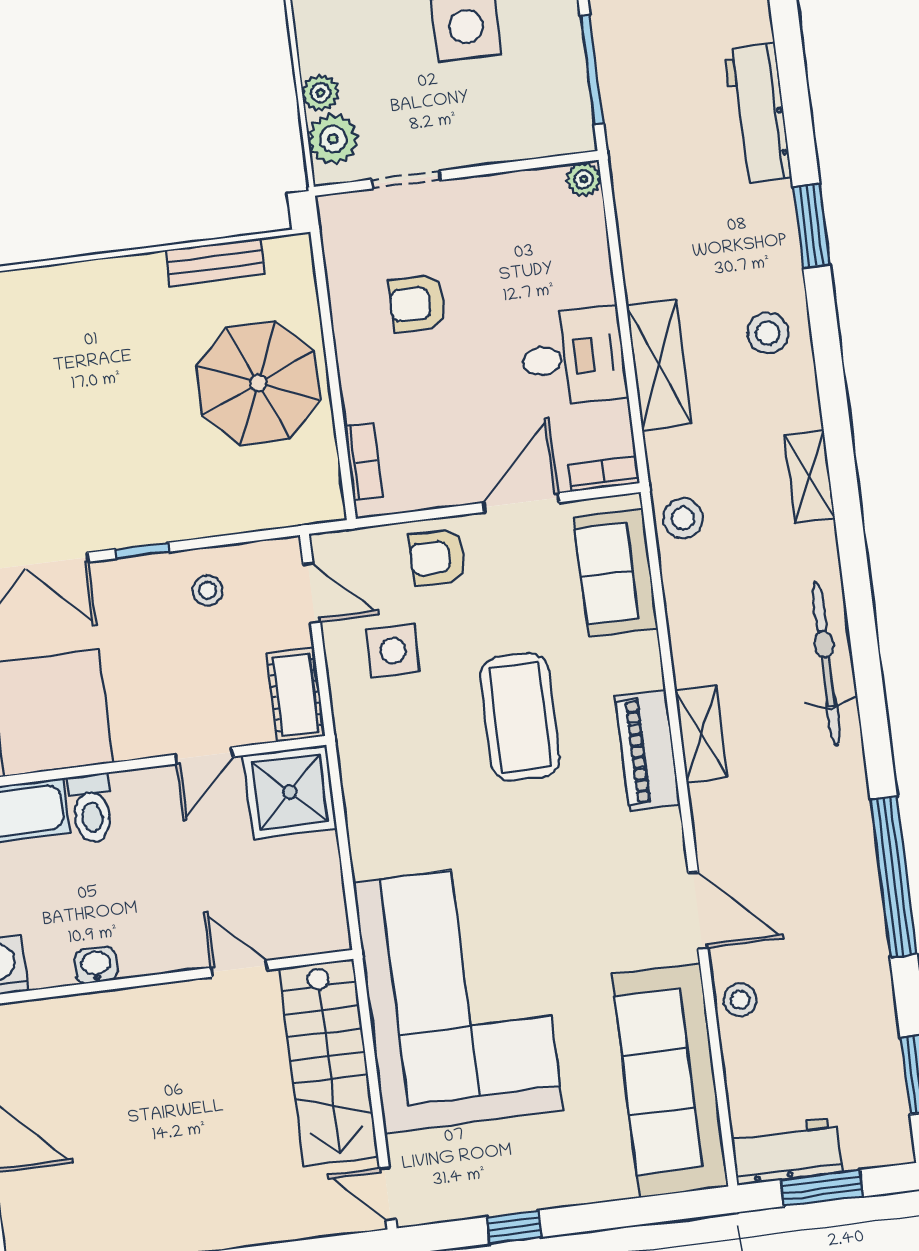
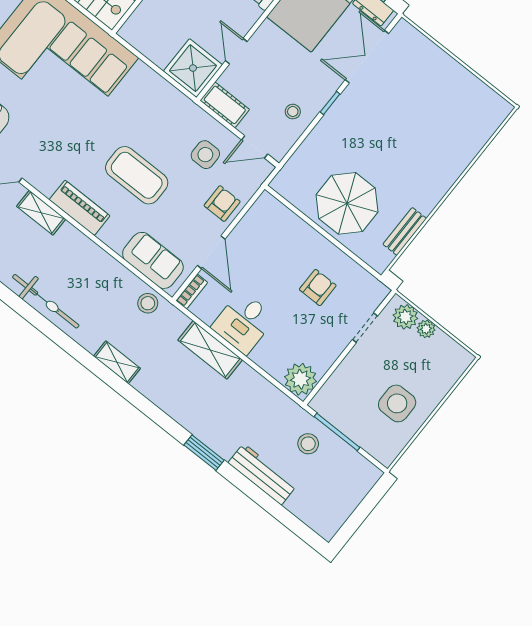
plant: (584, 179) -> (300, 379), width x1.87, depth x1.87
stool: (768, 333) -> (308, 444), moved
bookcase: (363, 462) -> (282, 212), removed
shelving: (701, 734) -> (41, 213), moved

